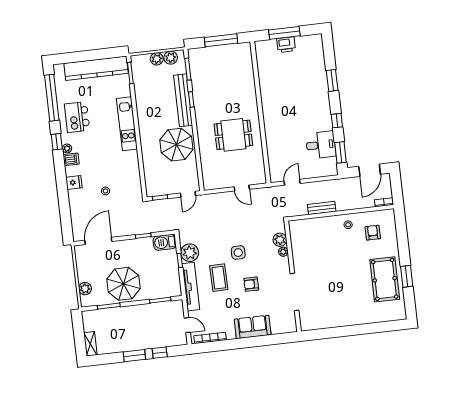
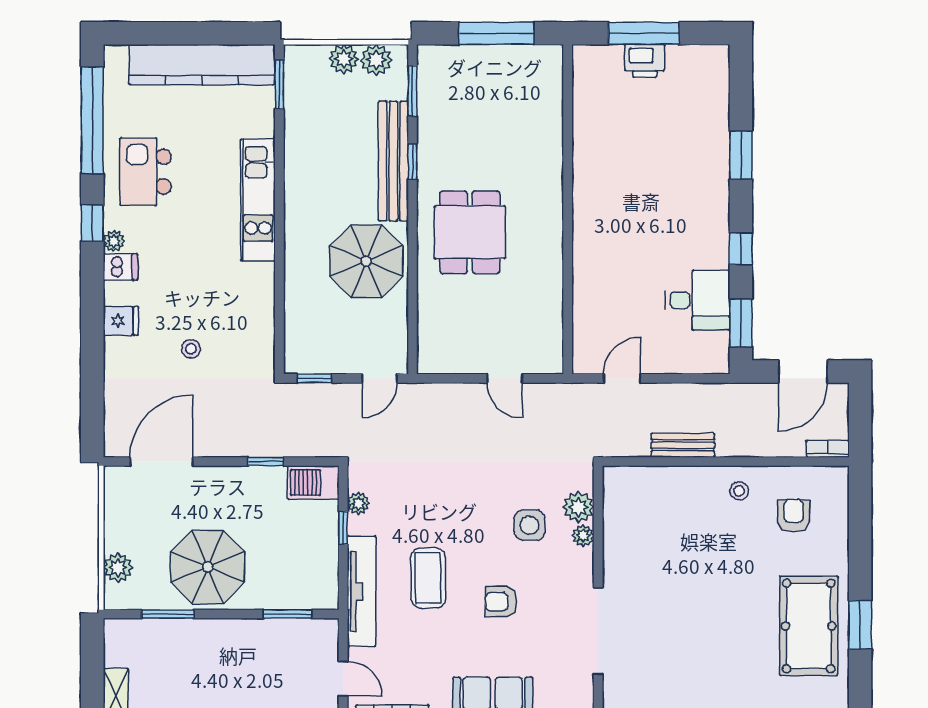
dining table: (233, 135) -> (470, 232), moved, turned 90
plant: (190, 253) -> (358, 503), width x0.53, depth x0.53
side table: (238, 253) -> (529, 525), moved

